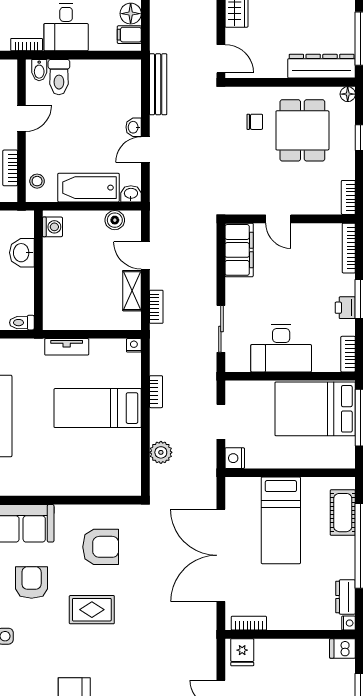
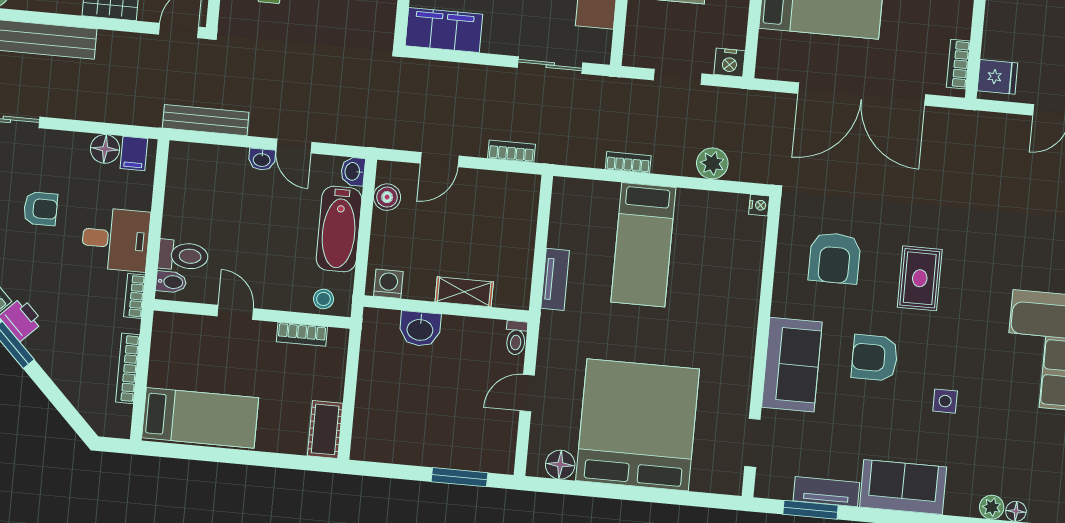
shelving: (132, 291) -> (464, 292), moved
nightstand: (134, 345) -> (759, 205), moved, turned 180
armchair: (101, 547) -> (834, 258), turned 180

